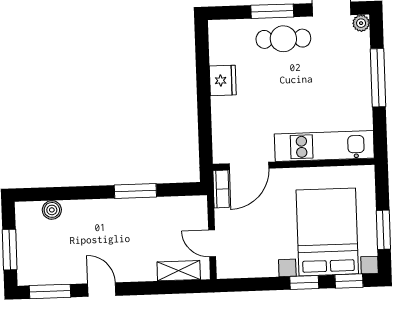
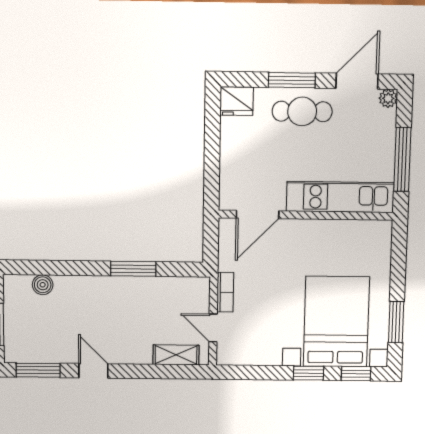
fridge: (223, 80) -> (237, 101), moved, turned 90
kitchen unit: (324, 146) -> (340, 197), moved
wall: (294, 164) -> (306, 215), moved
door: (249, 166) -> (258, 215), moved
bookcase: (221, 189) -> (225, 292), moved

